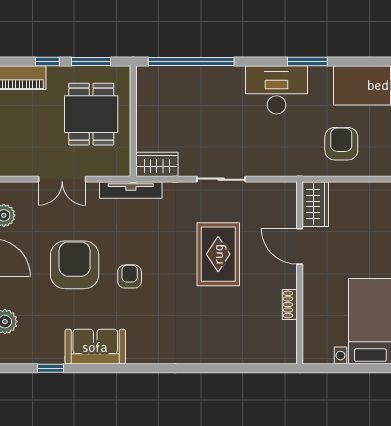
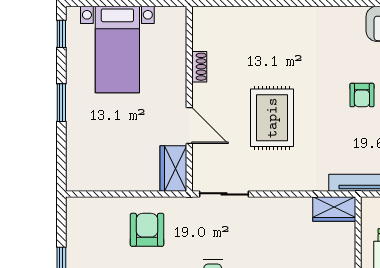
armchair: (341, 144) -> (147, 230), turned 180
sliding door: (221, 179) -> (224, 194), moved

